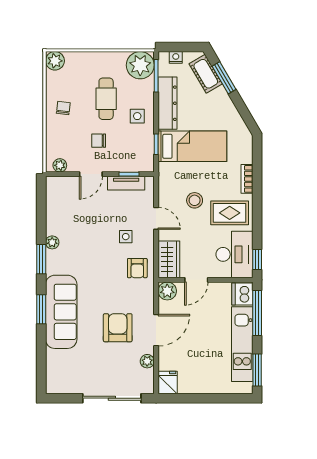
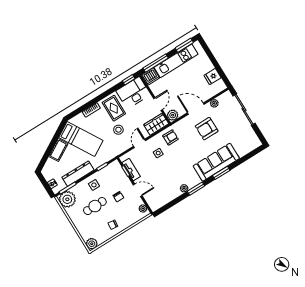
cot: (206, 74) -> (58, 150), moved
window: (224, 78) -> (47, 153), removed
bed: (192, 146) -> (81, 139), moved, turned 150
door: (196, 280) -> (158, 104), hinge flipped
fridge: (168, 383) -> (213, 76), moved

